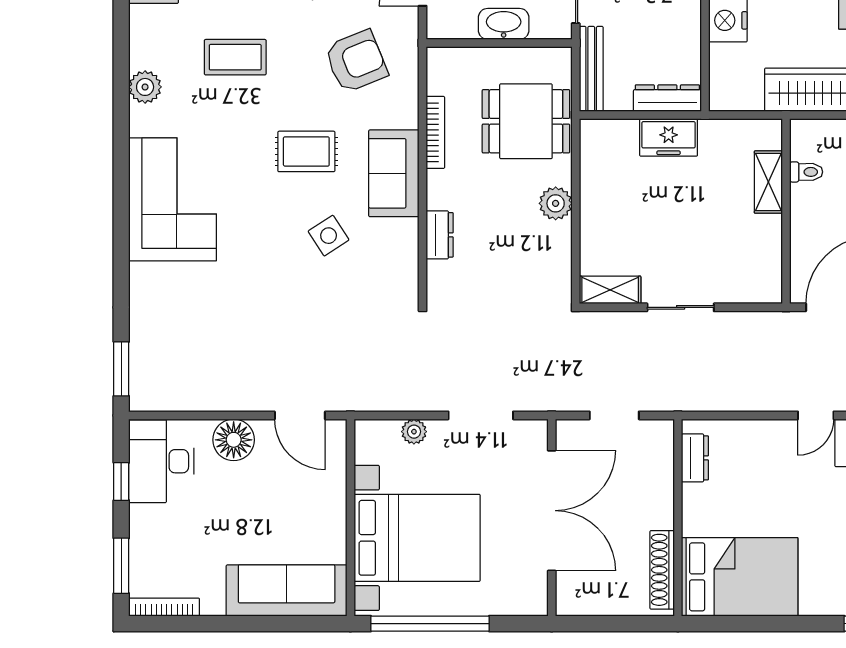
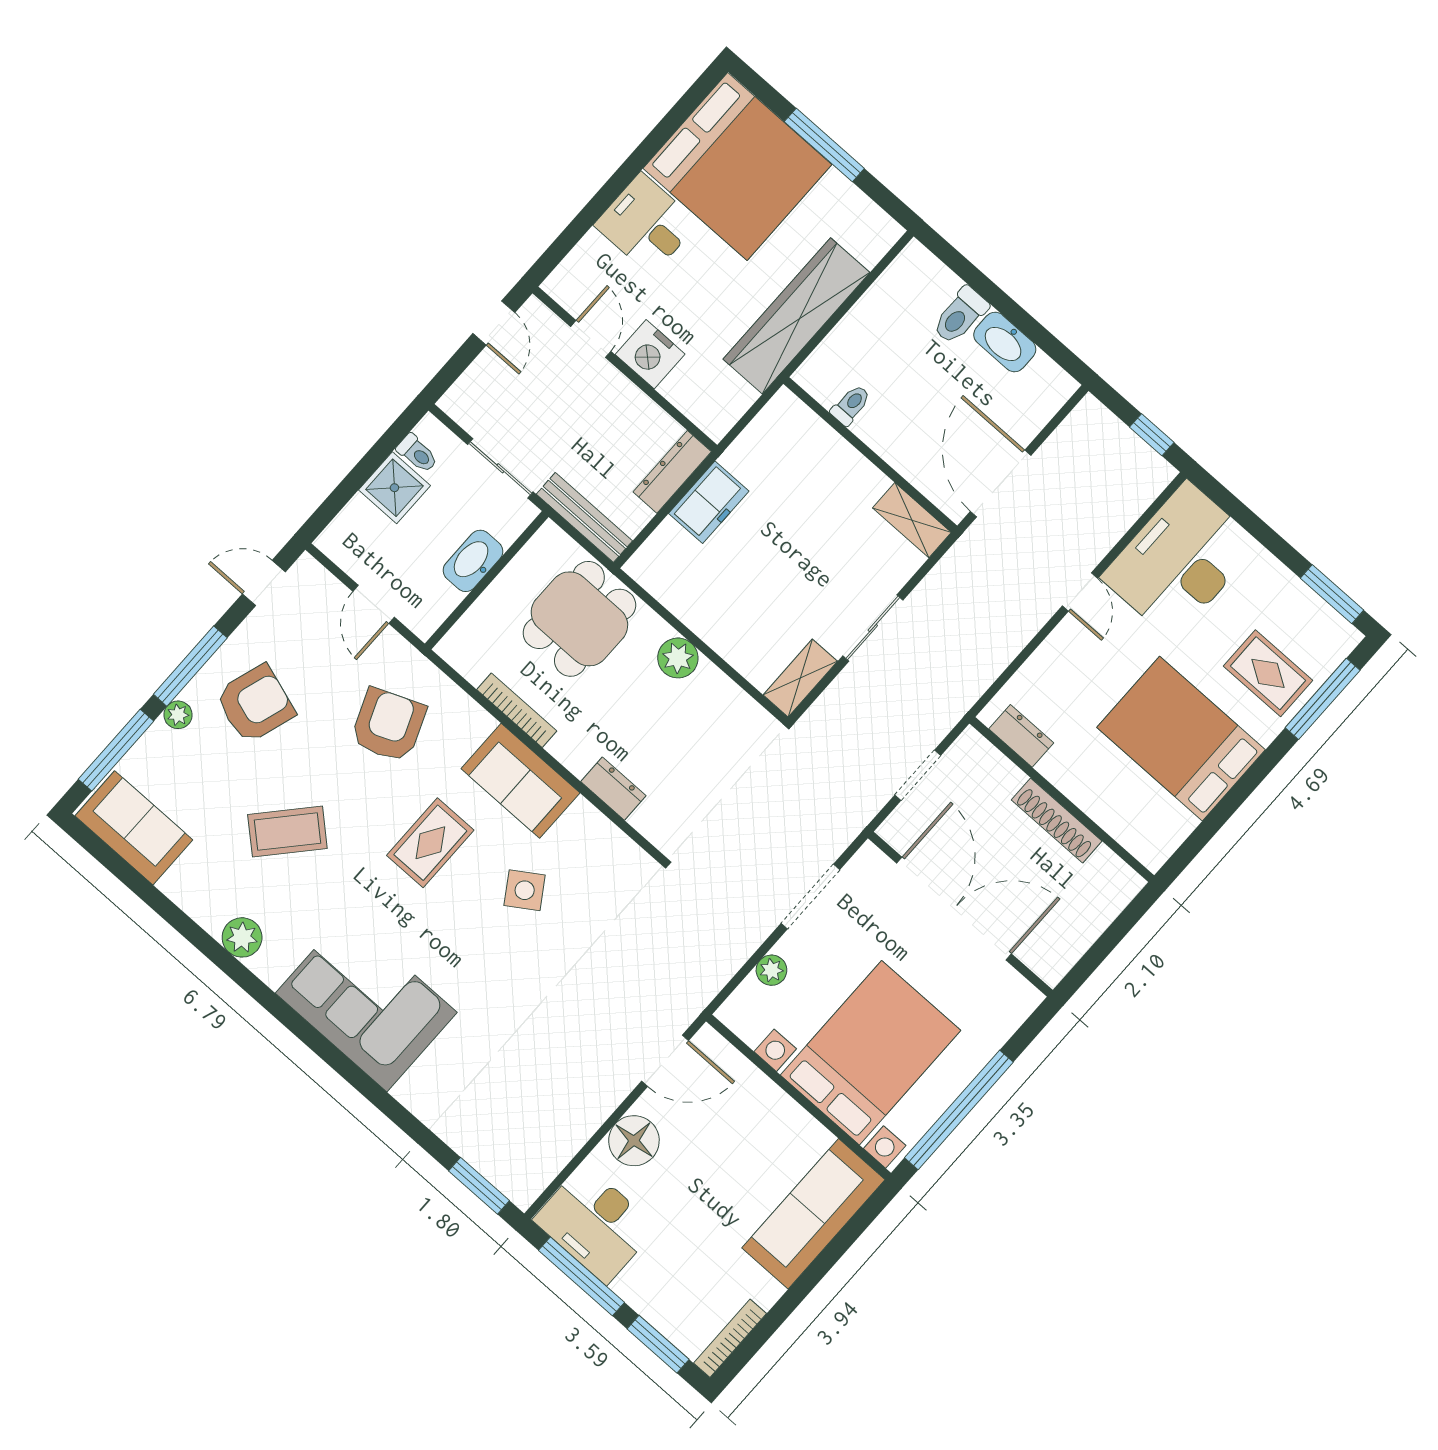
coffee table: (235, 57) -> (287, 832), turned 42
shelving: (768, 182) -> (912, 520), moved
window: (121, 482) -> (581, 1276), width x2.17
shoe rack: (662, 570) -> (1057, 820), moved
bed: (740, 577) -> (1181, 739), moved, turned -90

